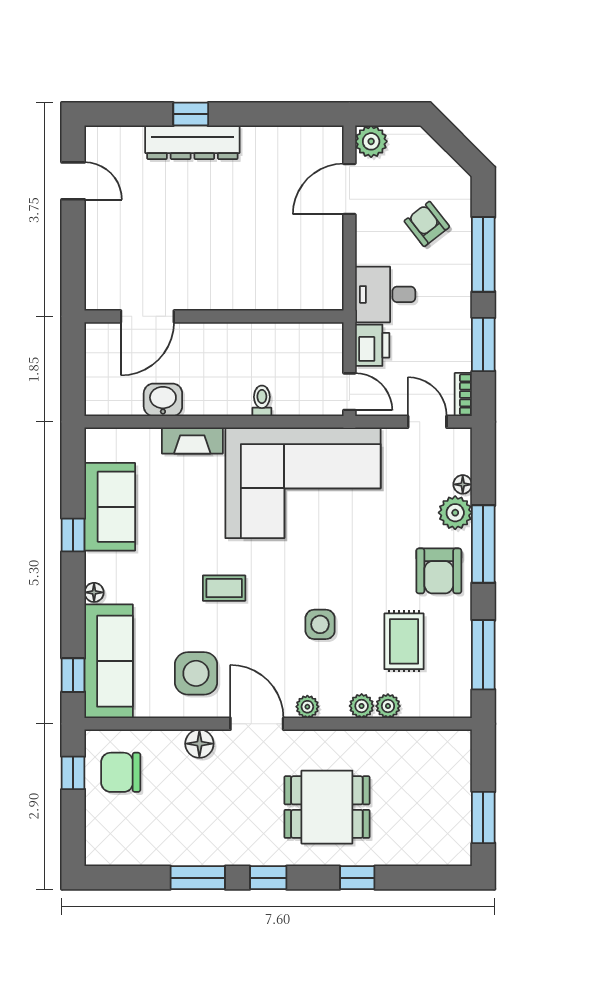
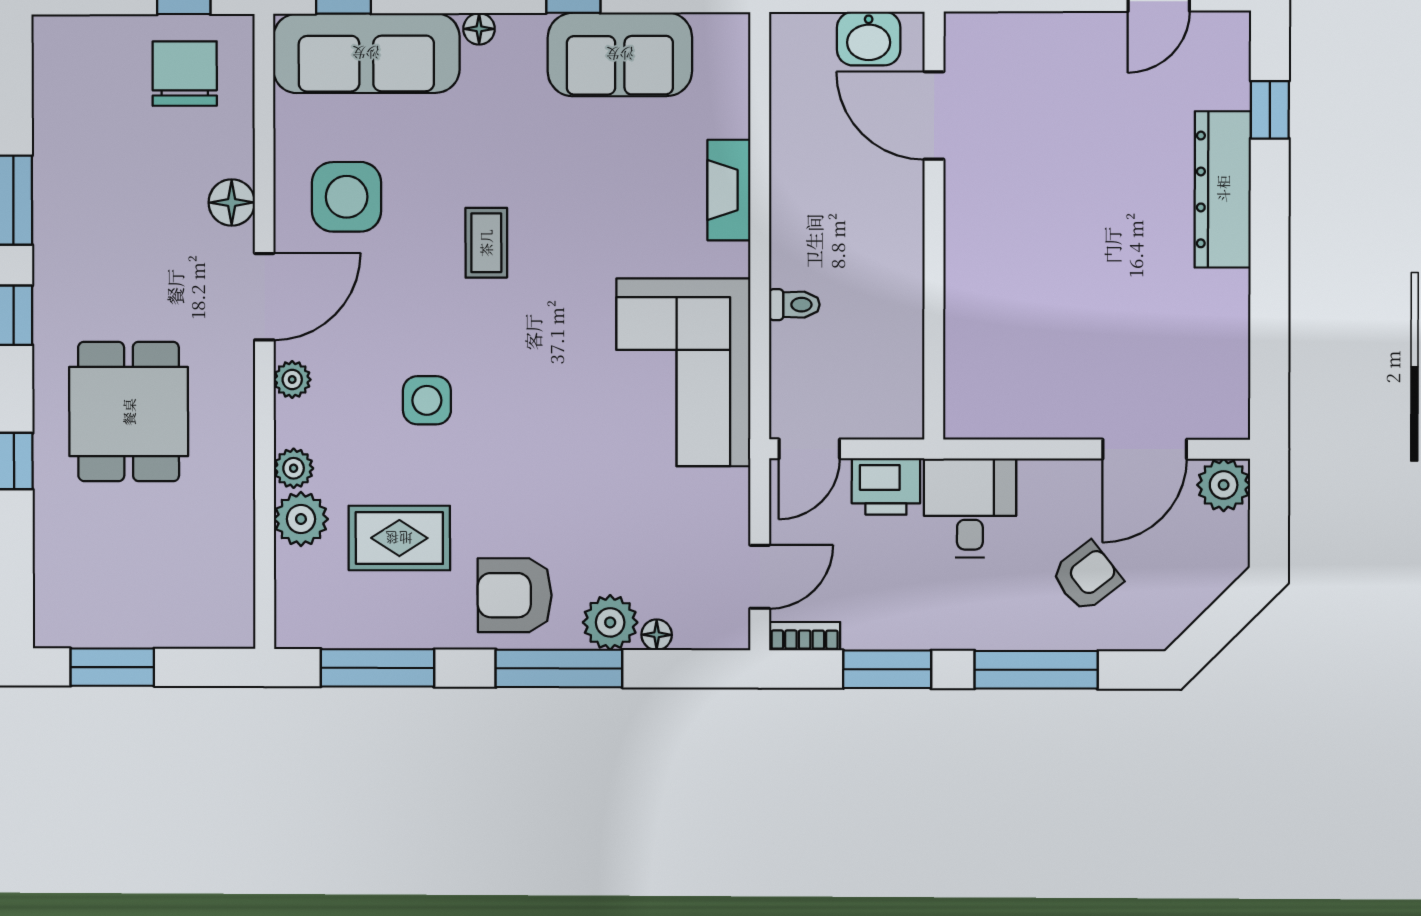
window: (191, 114) -> (1270, 110), moved
door: (349, 189) -> (1145, 449), swing flipped
washbasin: (163, 400) -> (869, 39), moved, turned 90
corner sofa: (303, 483) -> (683, 372), width x0.73, depth x0.74
plant: (388, 706) -> (301, 519), width x1.38, depth x1.38

